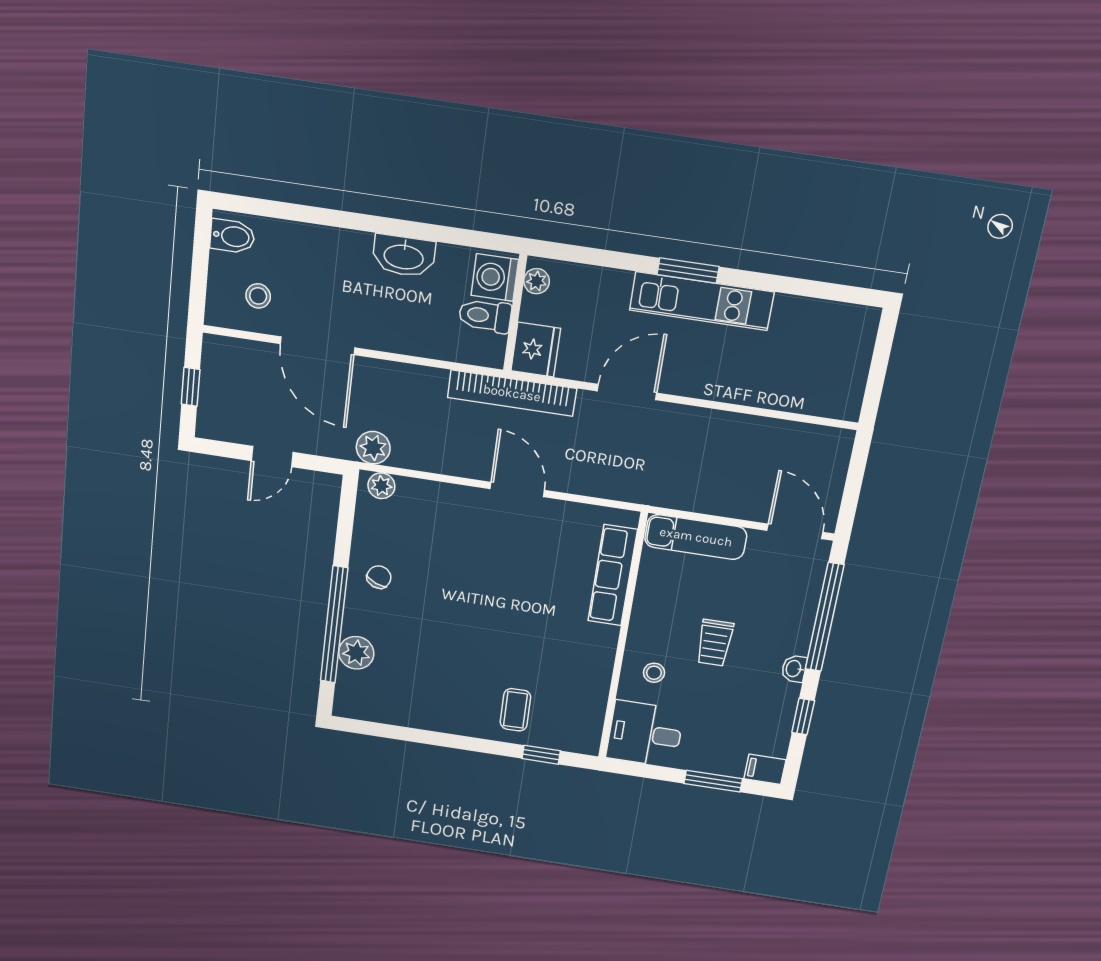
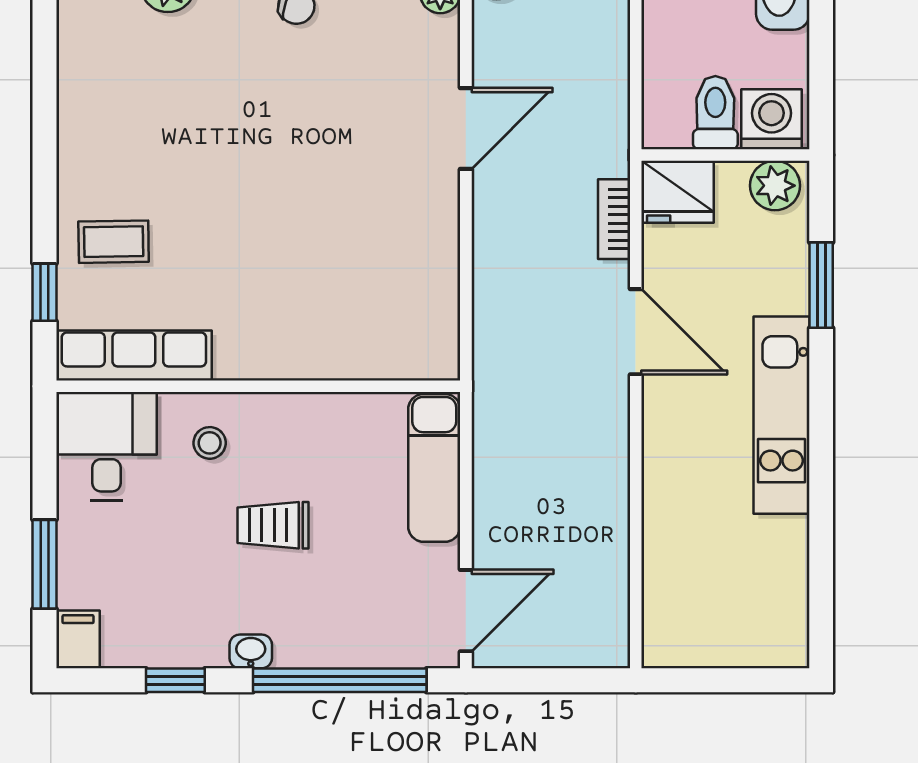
window: (688, 270) -> (821, 285), moved
plant: (537, 281) -> (775, 186), width x1.38, depth x1.38
bookcase: (512, 393) -> (614, 219), width x0.43, depth x0.76
door: (517, 489) -> (466, 129), moved
row of seats: (613, 575) -> (134, 355), moved

